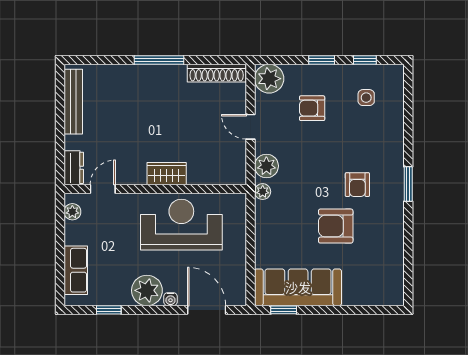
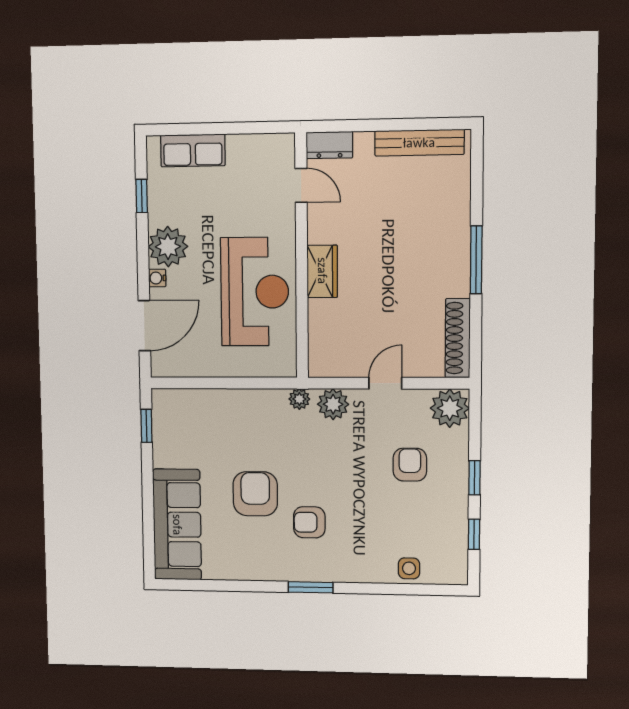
side table: (366, 98) -> (409, 568), moved
plant: (72, 212) -> (270, 144), removed
sofa: (298, 287) -> (177, 525), moved

